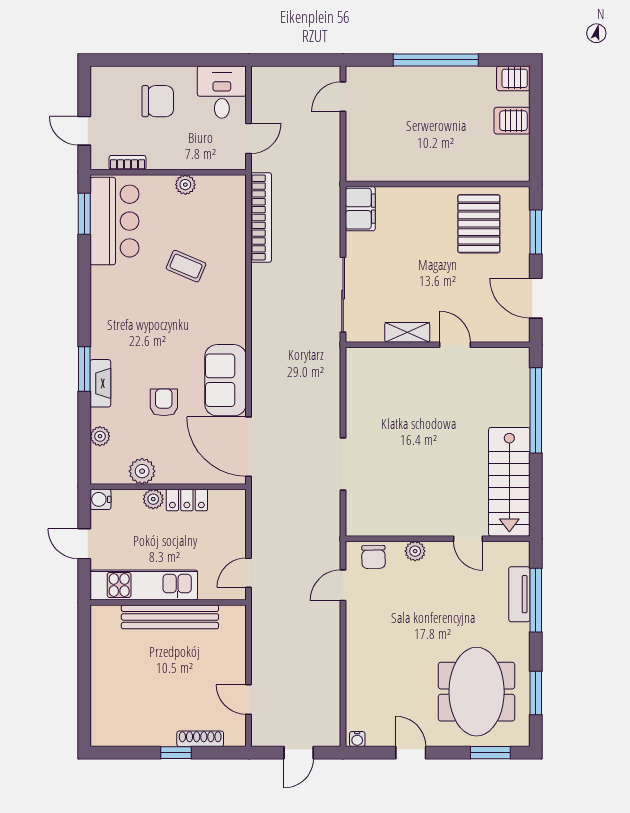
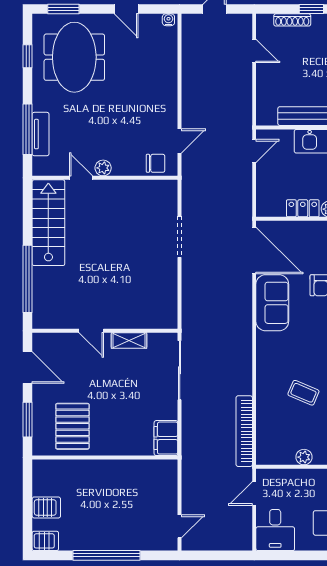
plant: (415, 551) -> (103, 168), moved
chair: (373, 557) -> (156, 163), turned 91
window: (536, 693) -> (28, 56), width x0.67

